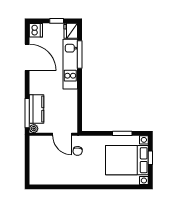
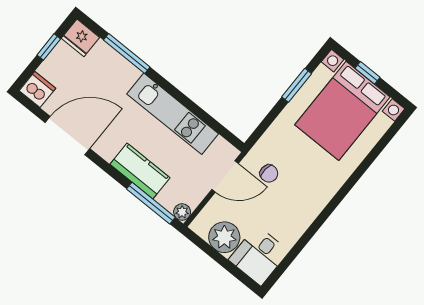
kitchen unit: (70, 64) -> (173, 114), moved
kitchen counter: (37, 109) -> (140, 171), moved
plant: (37, 154) -> (224, 237), added
desk: (41, 174) -> (259, 256), added

